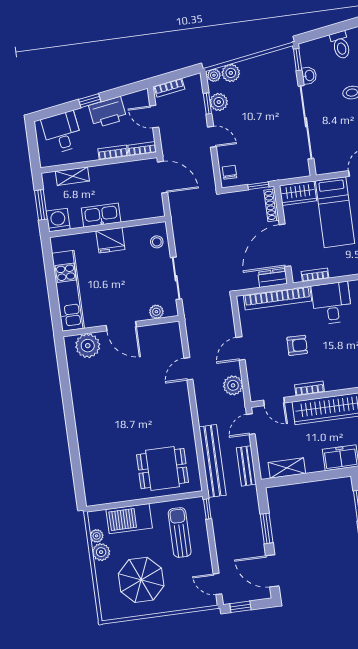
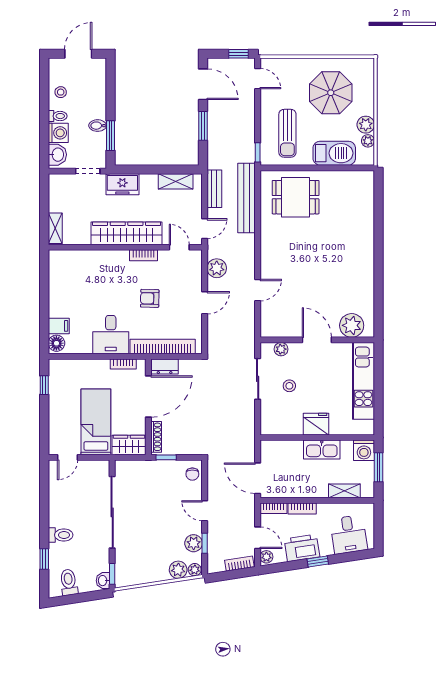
washbasin: (309, 76) -> (103, 581), moved
plant: (143, 98) -> (266, 557), added
stool: (157, 242) -> (289, 386), moved

